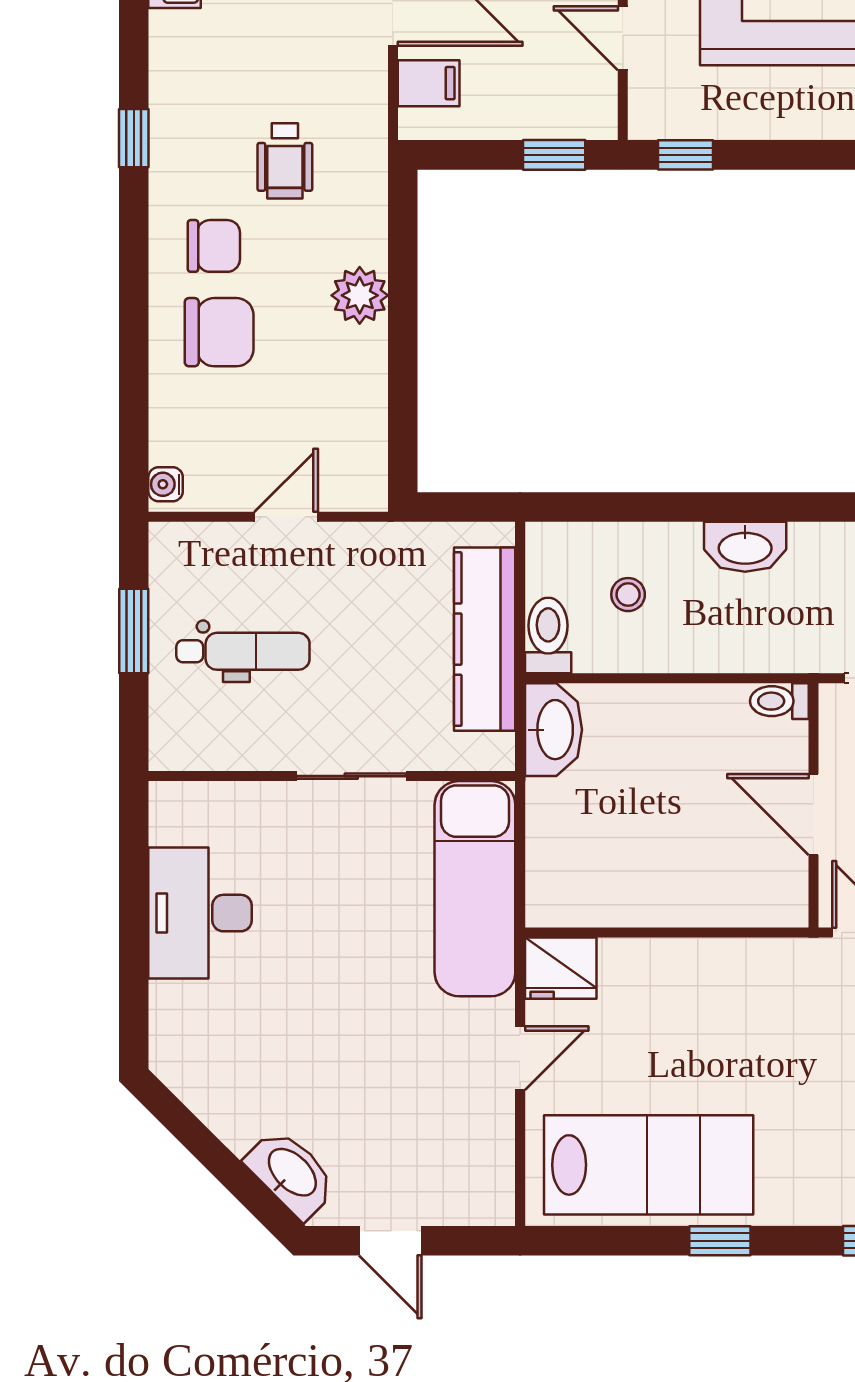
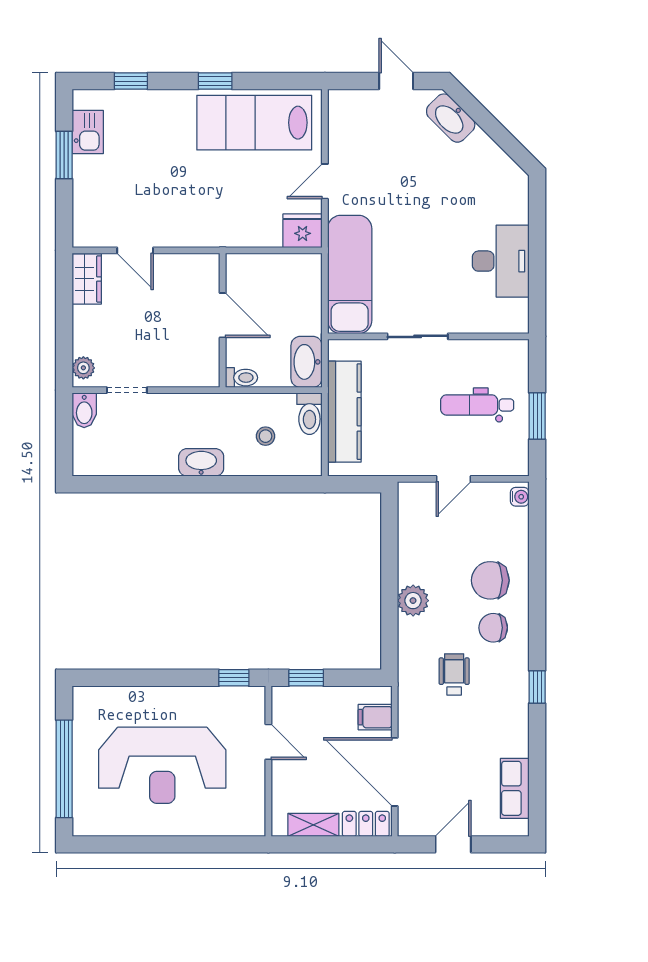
toilet: (779, 701) -> (241, 378), moved
wall: (814, 805) -> (223, 320), moved
door: (814, 815) -> (223, 315), moved

